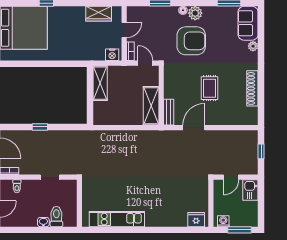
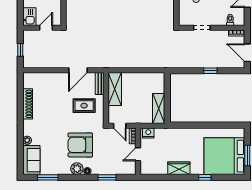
wardrobe: (99, 14) -> (179, 168), moved
rug: (210, 88) -> (84, 106), moved, turned 90

